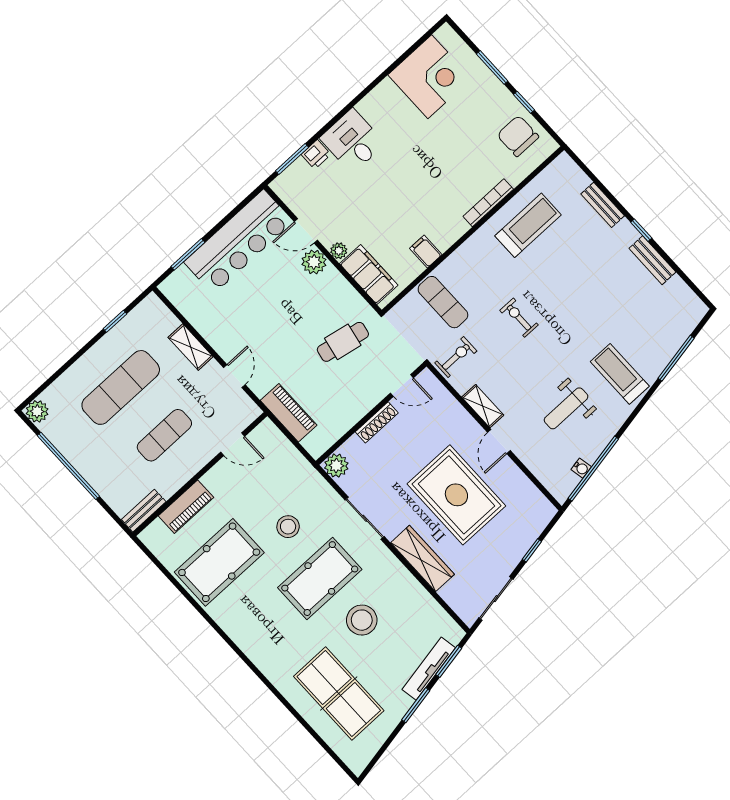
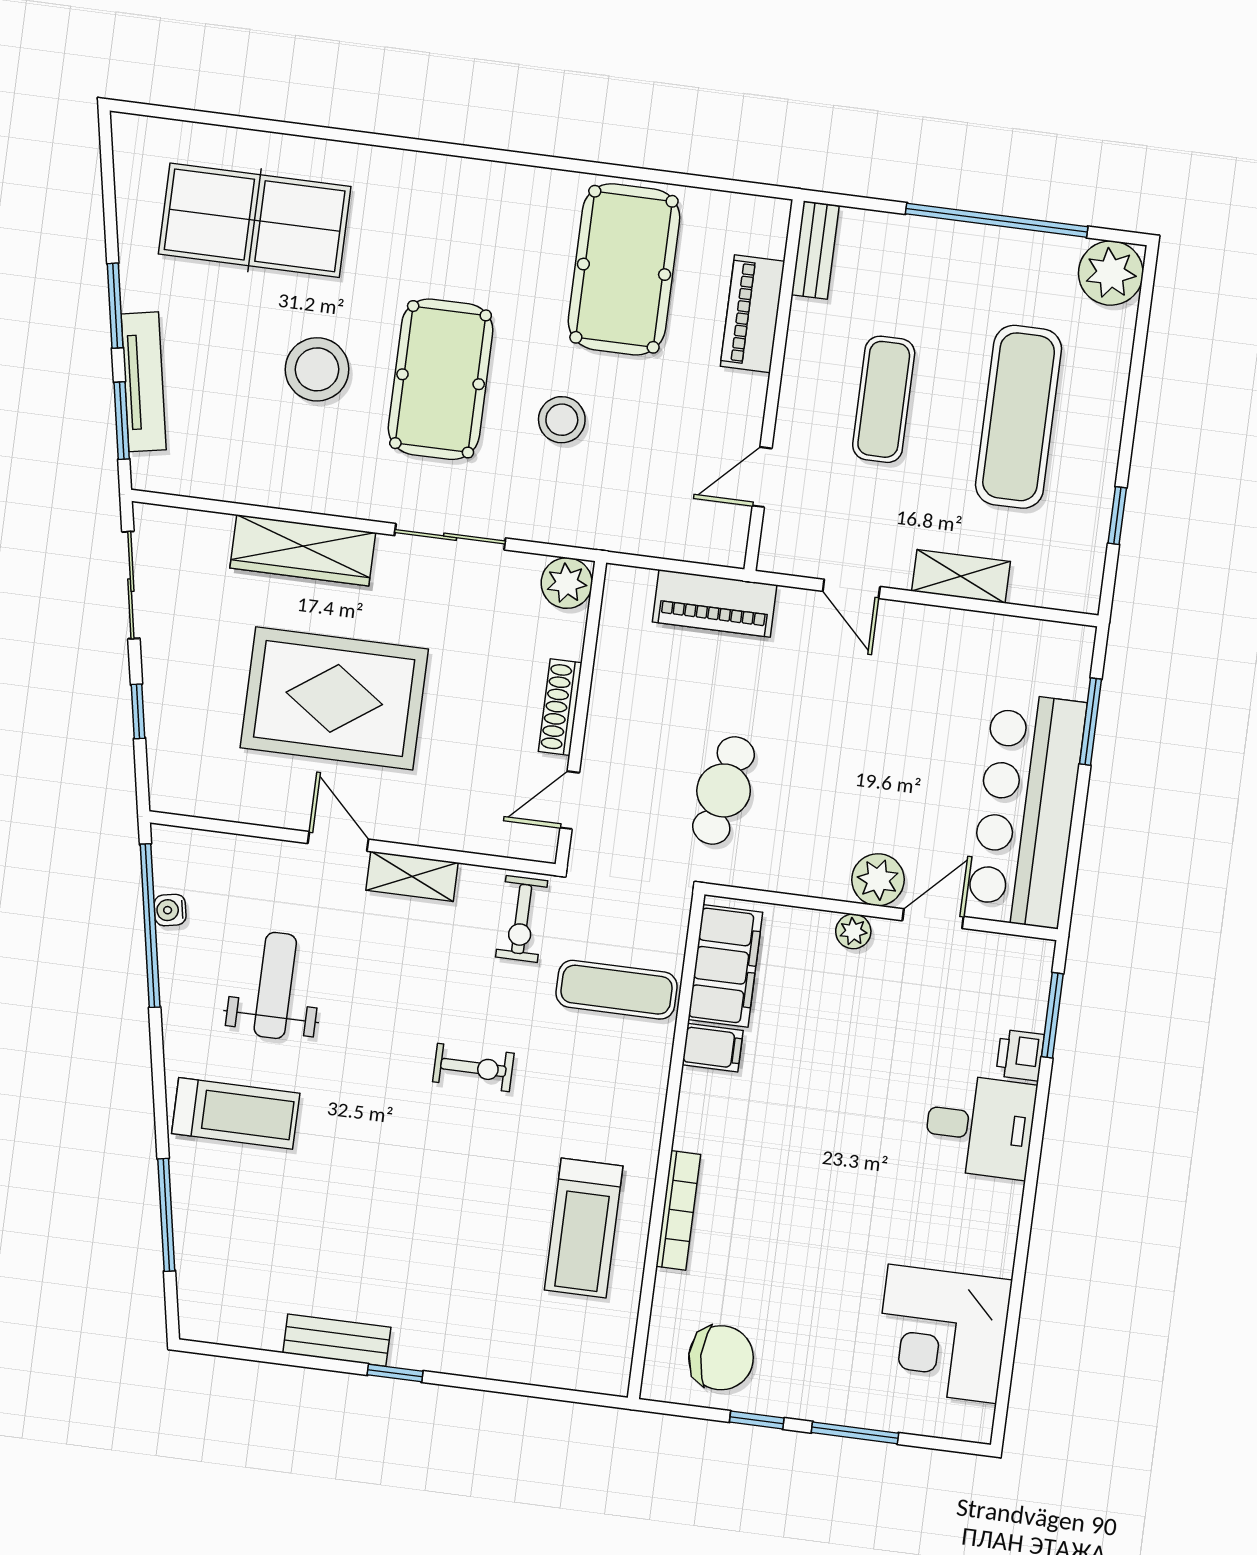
bench: (603, 205) -> (492, 1362), removed
filing cabinet: (369, 274) -> (725, 966), moved, turned -90
plant: (37, 411) -> (1111, 273), width x1.36, depth x1.36

